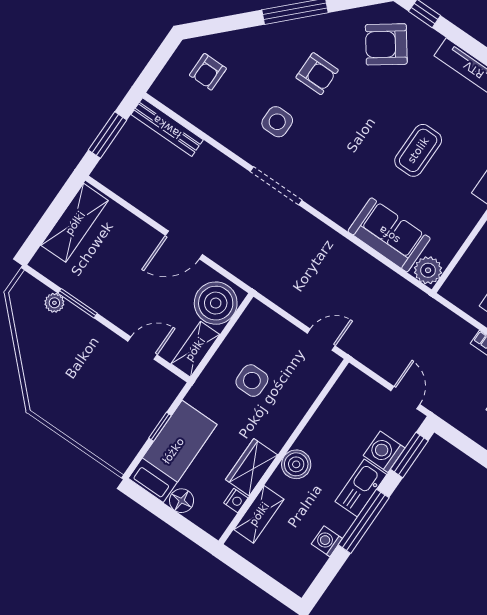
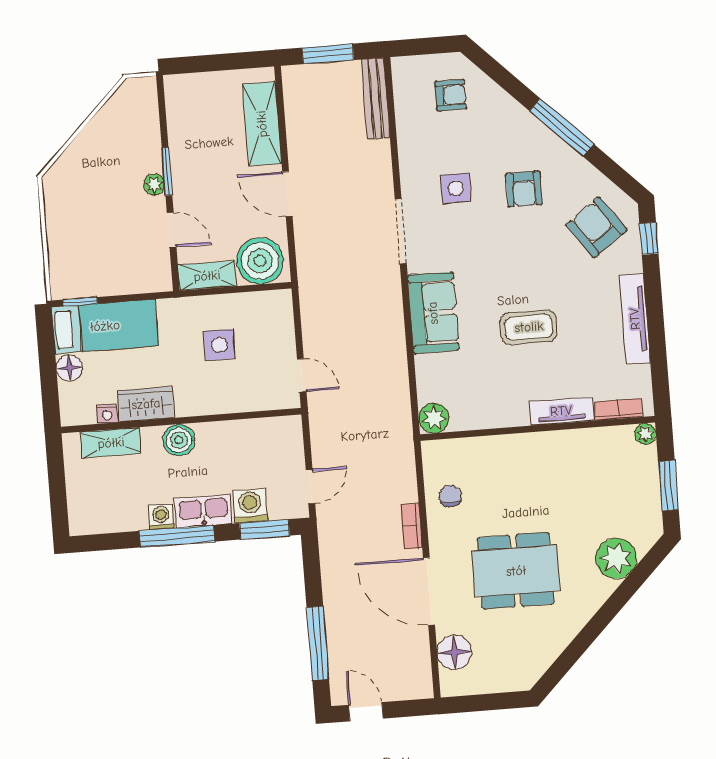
armchair: (208, 72) -> (450, 95), turned 180
shelving: (75, 223) -> (262, 124), moved, turned 90
sofa: (389, 235) -> (433, 313), moved
plant: (54, 303) -> (154, 185), moved
window: (78, 303) -> (167, 171), moved
window: (160, 427) -> (80, 302), moved
washing machine: (327, 541) -> (161, 517), moved

